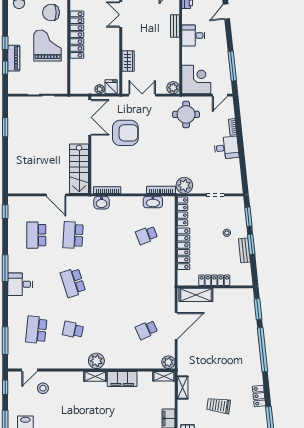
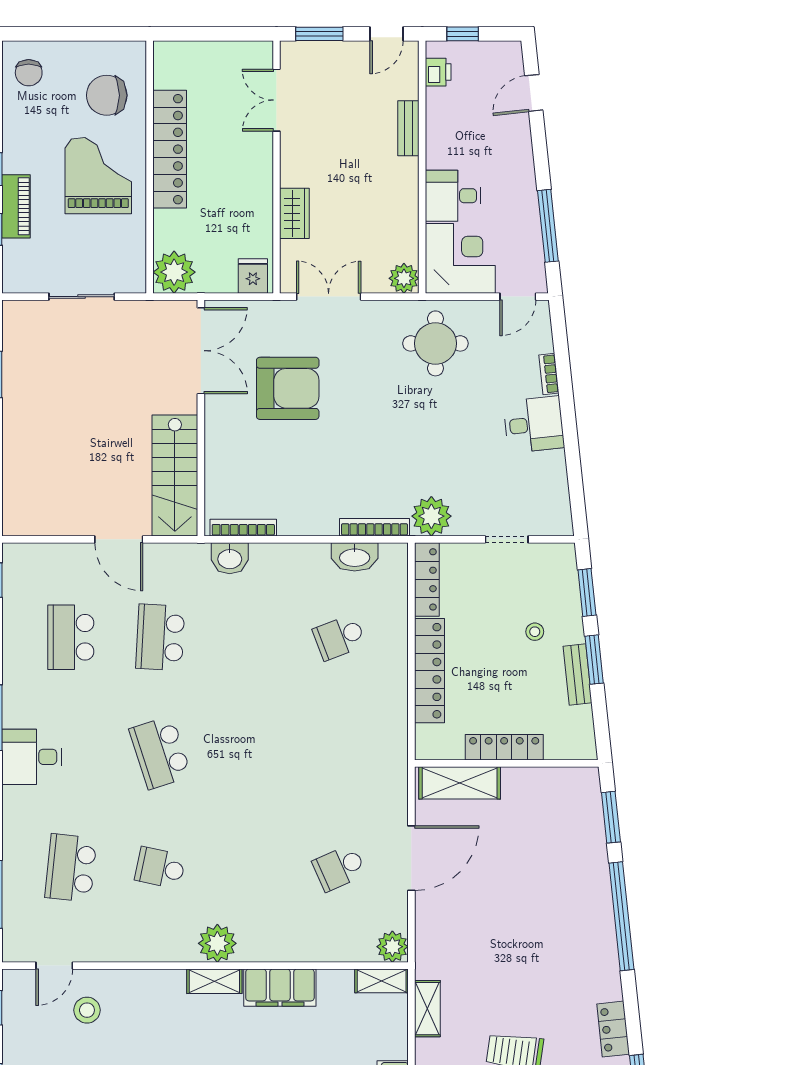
desk: (193, 36) -> (453, 196), moved
plant: (100, 89) -> (174, 272), moved, width x1.87, depth x1.87

